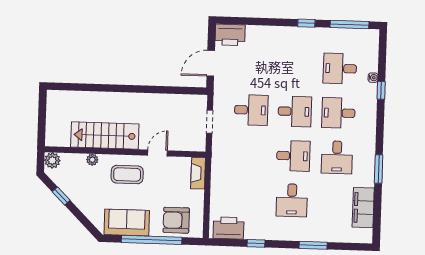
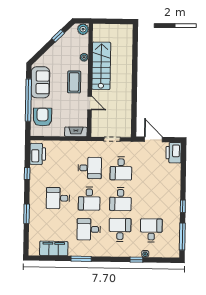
desk: (250, 154) -> (90, 168), added

